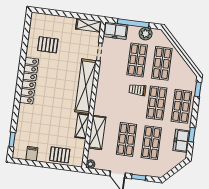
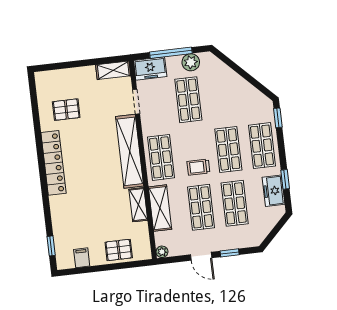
shop shelf: (162, 63) -> (161, 157), moved
trolley: (137, 90) -> (198, 167), moved

